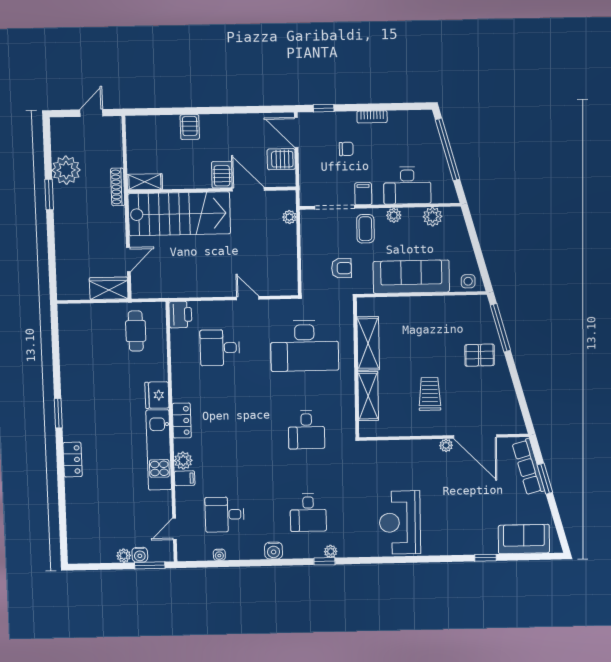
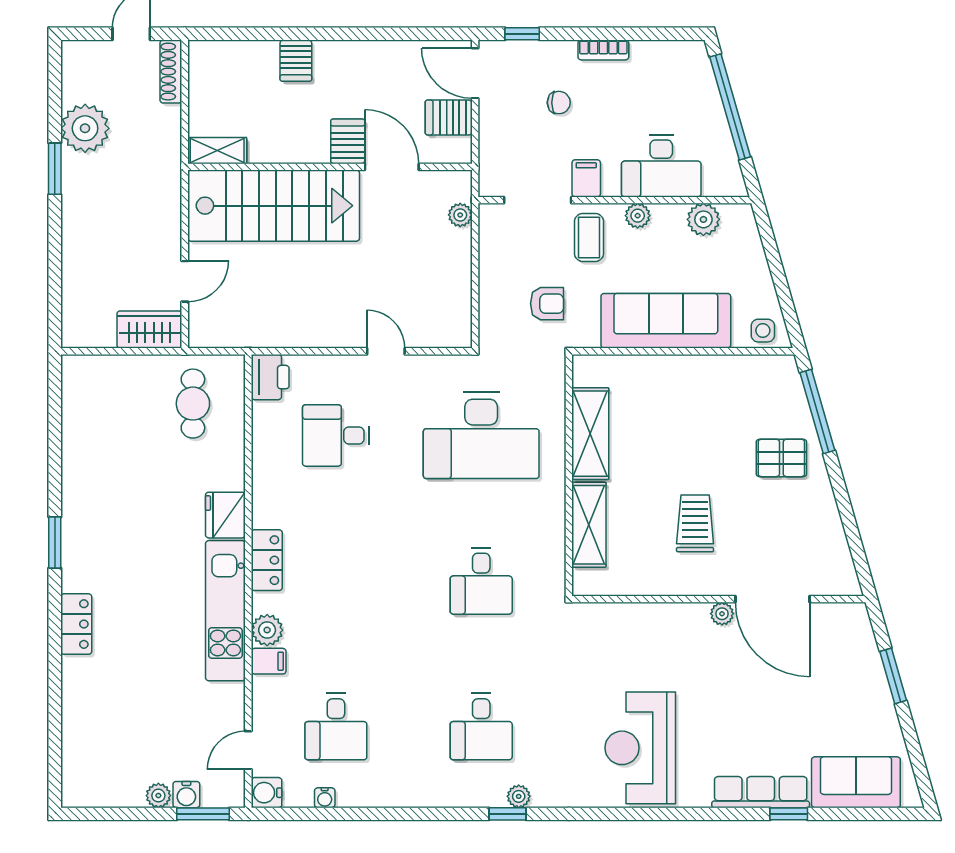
shoe rack: (118, 187) -> (171, 72), moved
row of seats: (528, 467) -> (761, 792), moved, turned 106
desk: (225, 514) -> (336, 727), turned -90
water cooler: (274, 551) -> (266, 793), moved, turned 90

